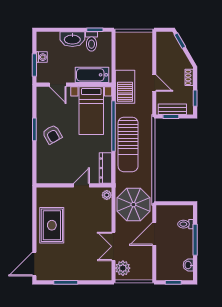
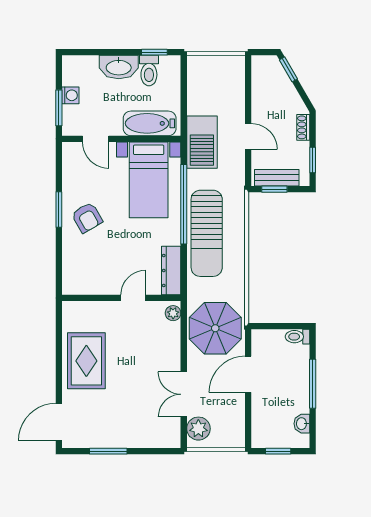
toilet: (186, 224) -> (298, 337), moved

